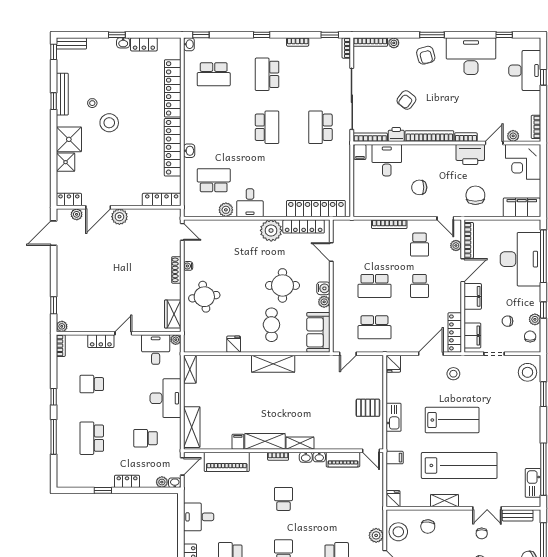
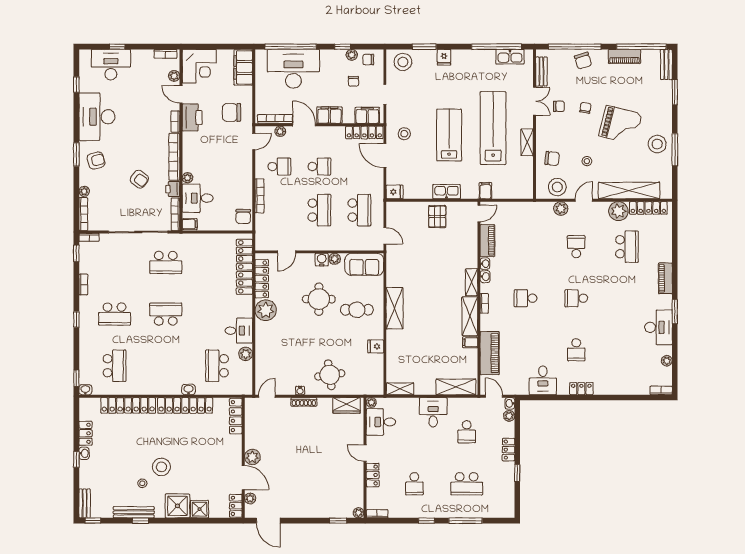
plant: (408, 150) -> (187, 178), added
chair: (419, 187) -> (243, 216), moved
desk: (166, 398) -> (433, 412), width x0.73
fridge: (393, 499) -> (444, 57), moved, turned -90

